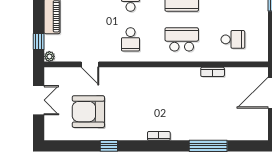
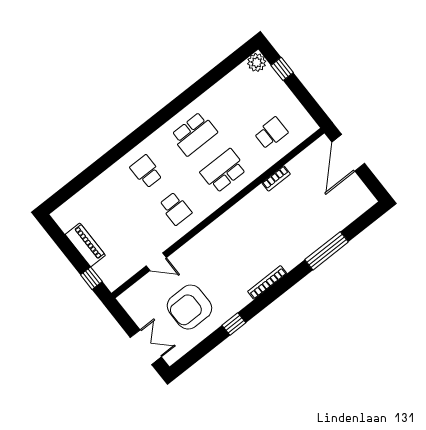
plant: (49, 56) -> (112, 284), removed
double door: (39, 100) -> (146, 347), moved
bookcase: (159, 136) -> (267, 282), width x1.56

